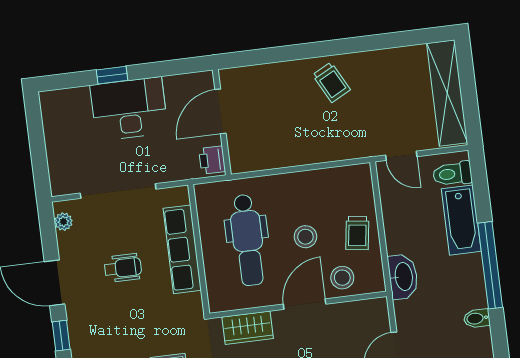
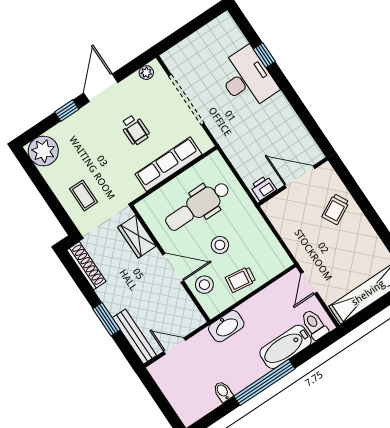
door: (220, 111) -> (300, 177), moved
wall: (222, 122) -> (293, 182), moved
printer: (212, 160) -> (263, 188), moved

